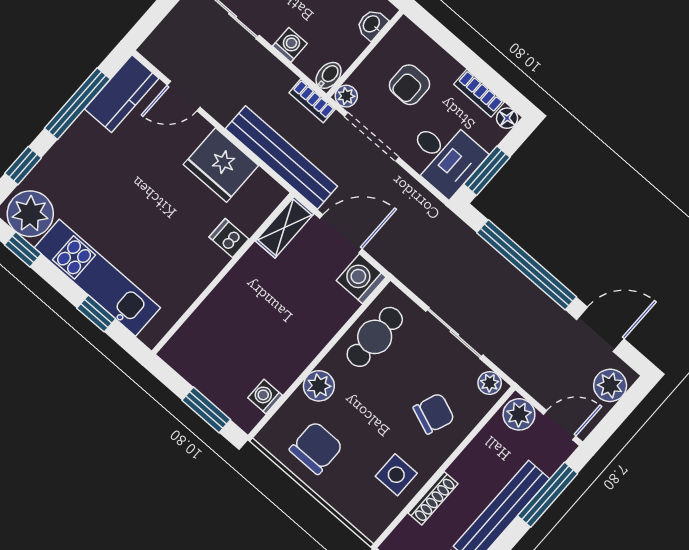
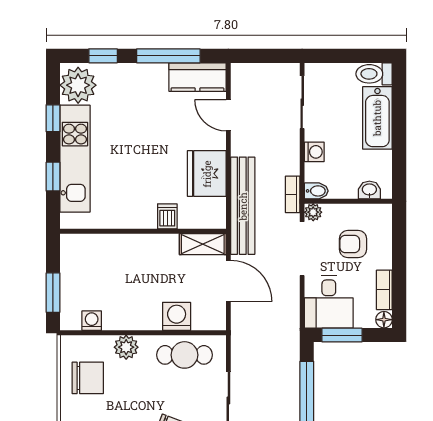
window: (23, 249) -> (53, 118), moved
washing machine: (361, 279) -> (177, 316), moved

